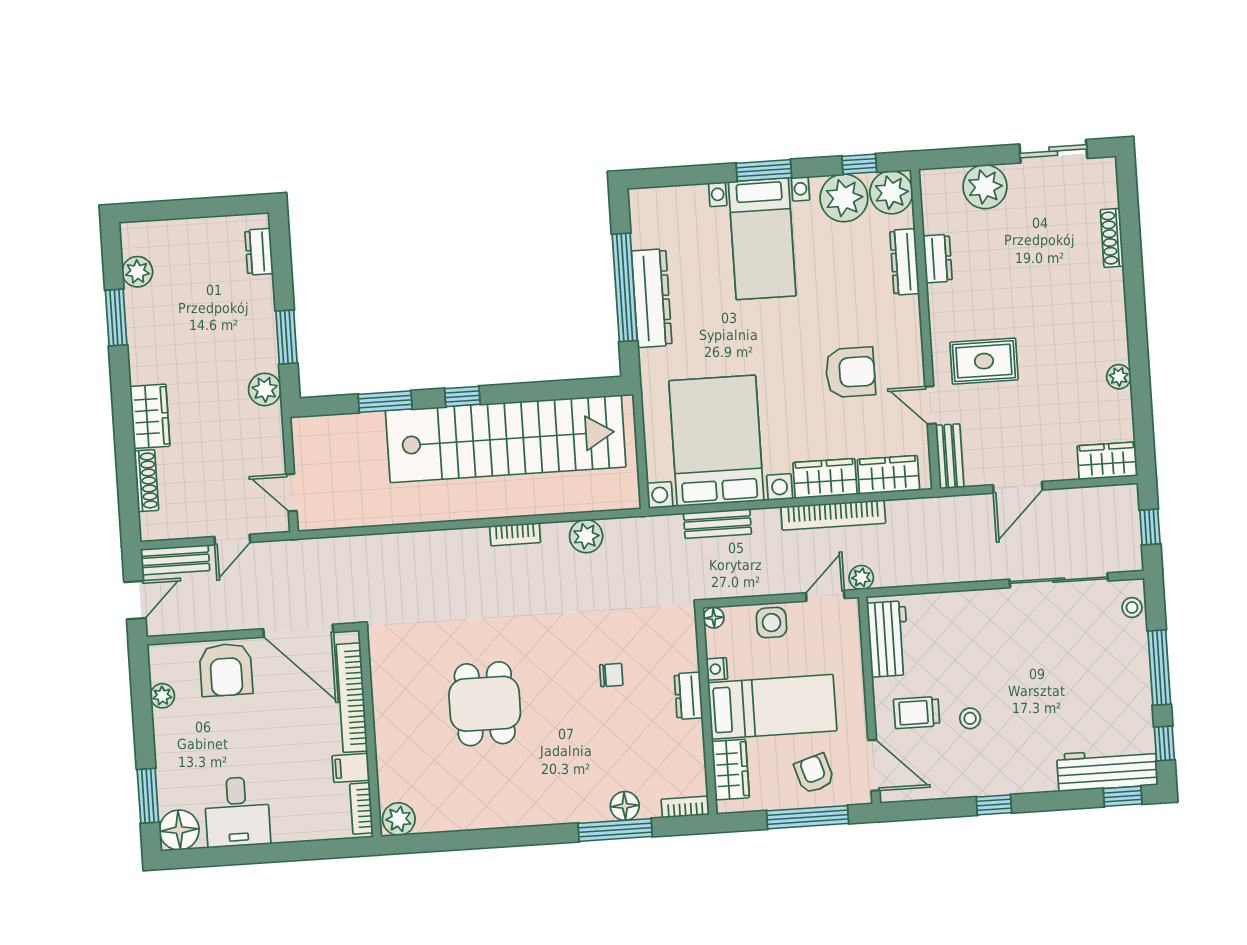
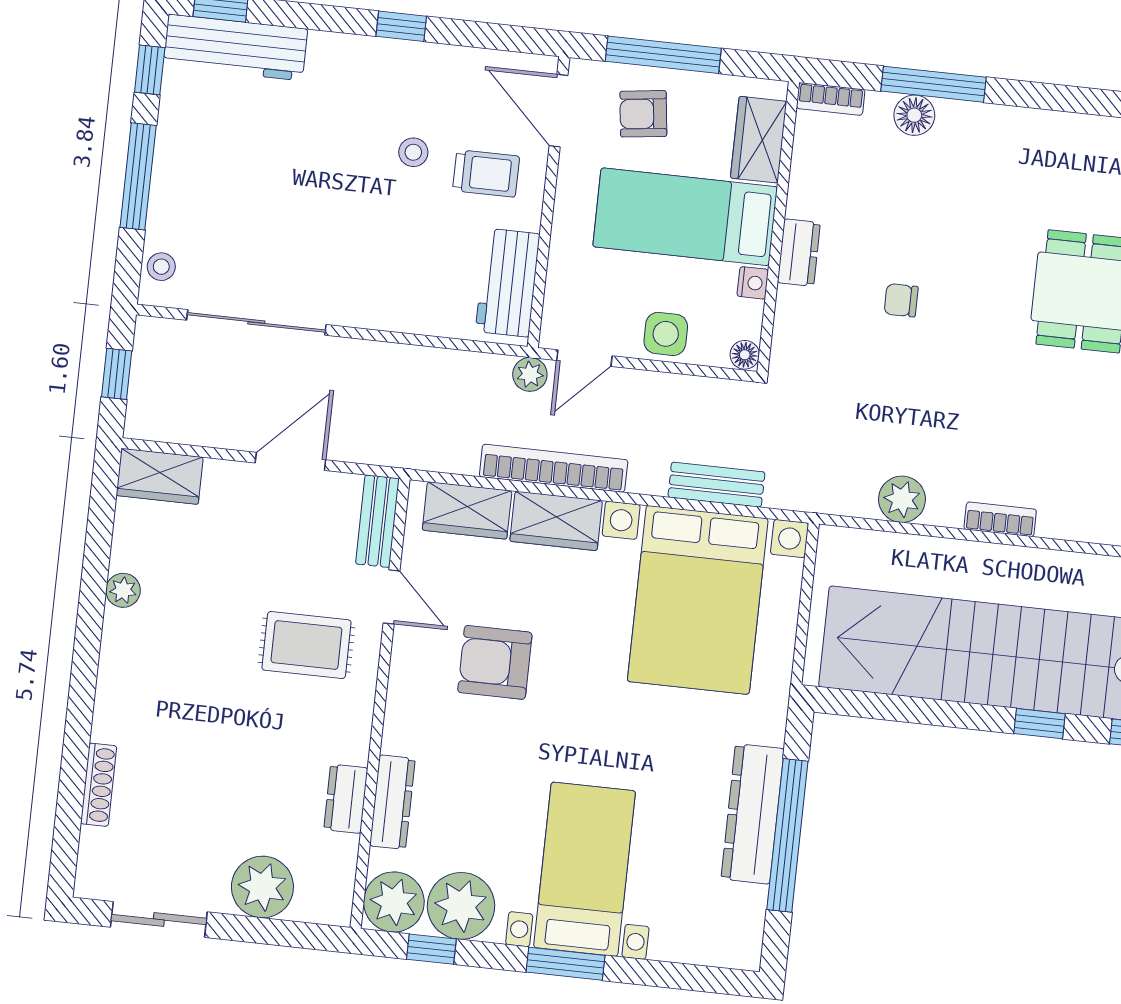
armchair: (814, 774) -> (643, 114), turned 100

